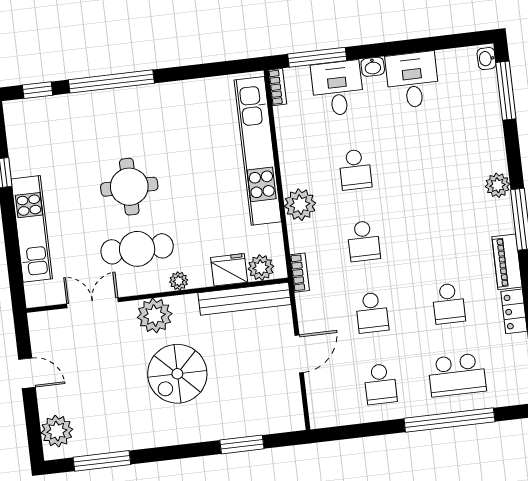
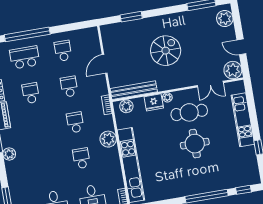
fridge: (229, 270) -> (154, 102), moved
plant: (155, 315) -> (233, 70), moved

